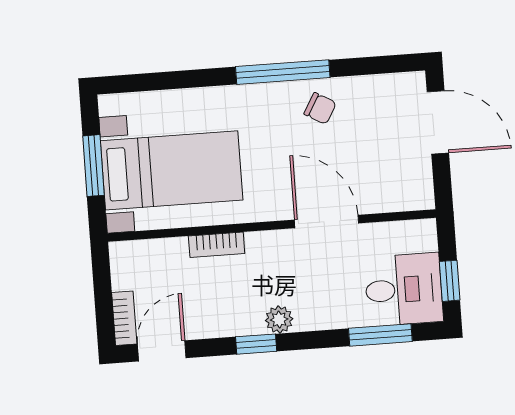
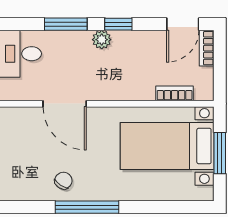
chair: (320, 108) -> (63, 181), turned 93
bookcase: (217, 245) -> (175, 93), moved
window: (380, 335) -> (66, 24), moved

